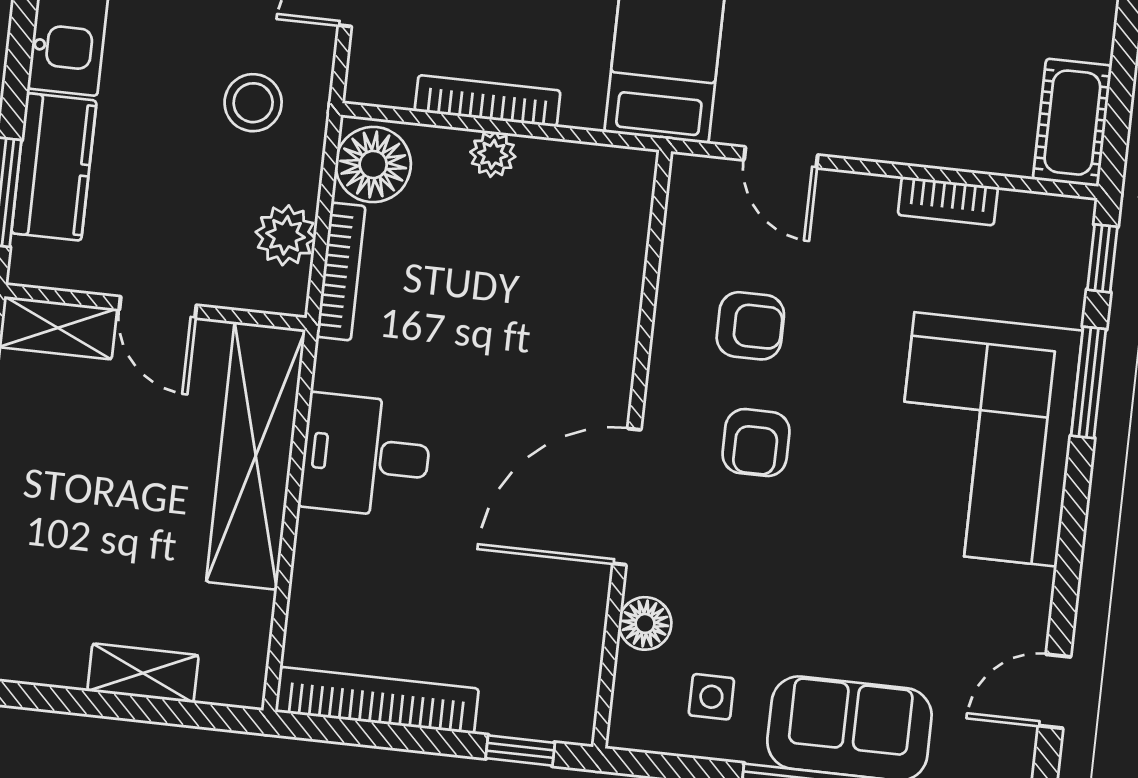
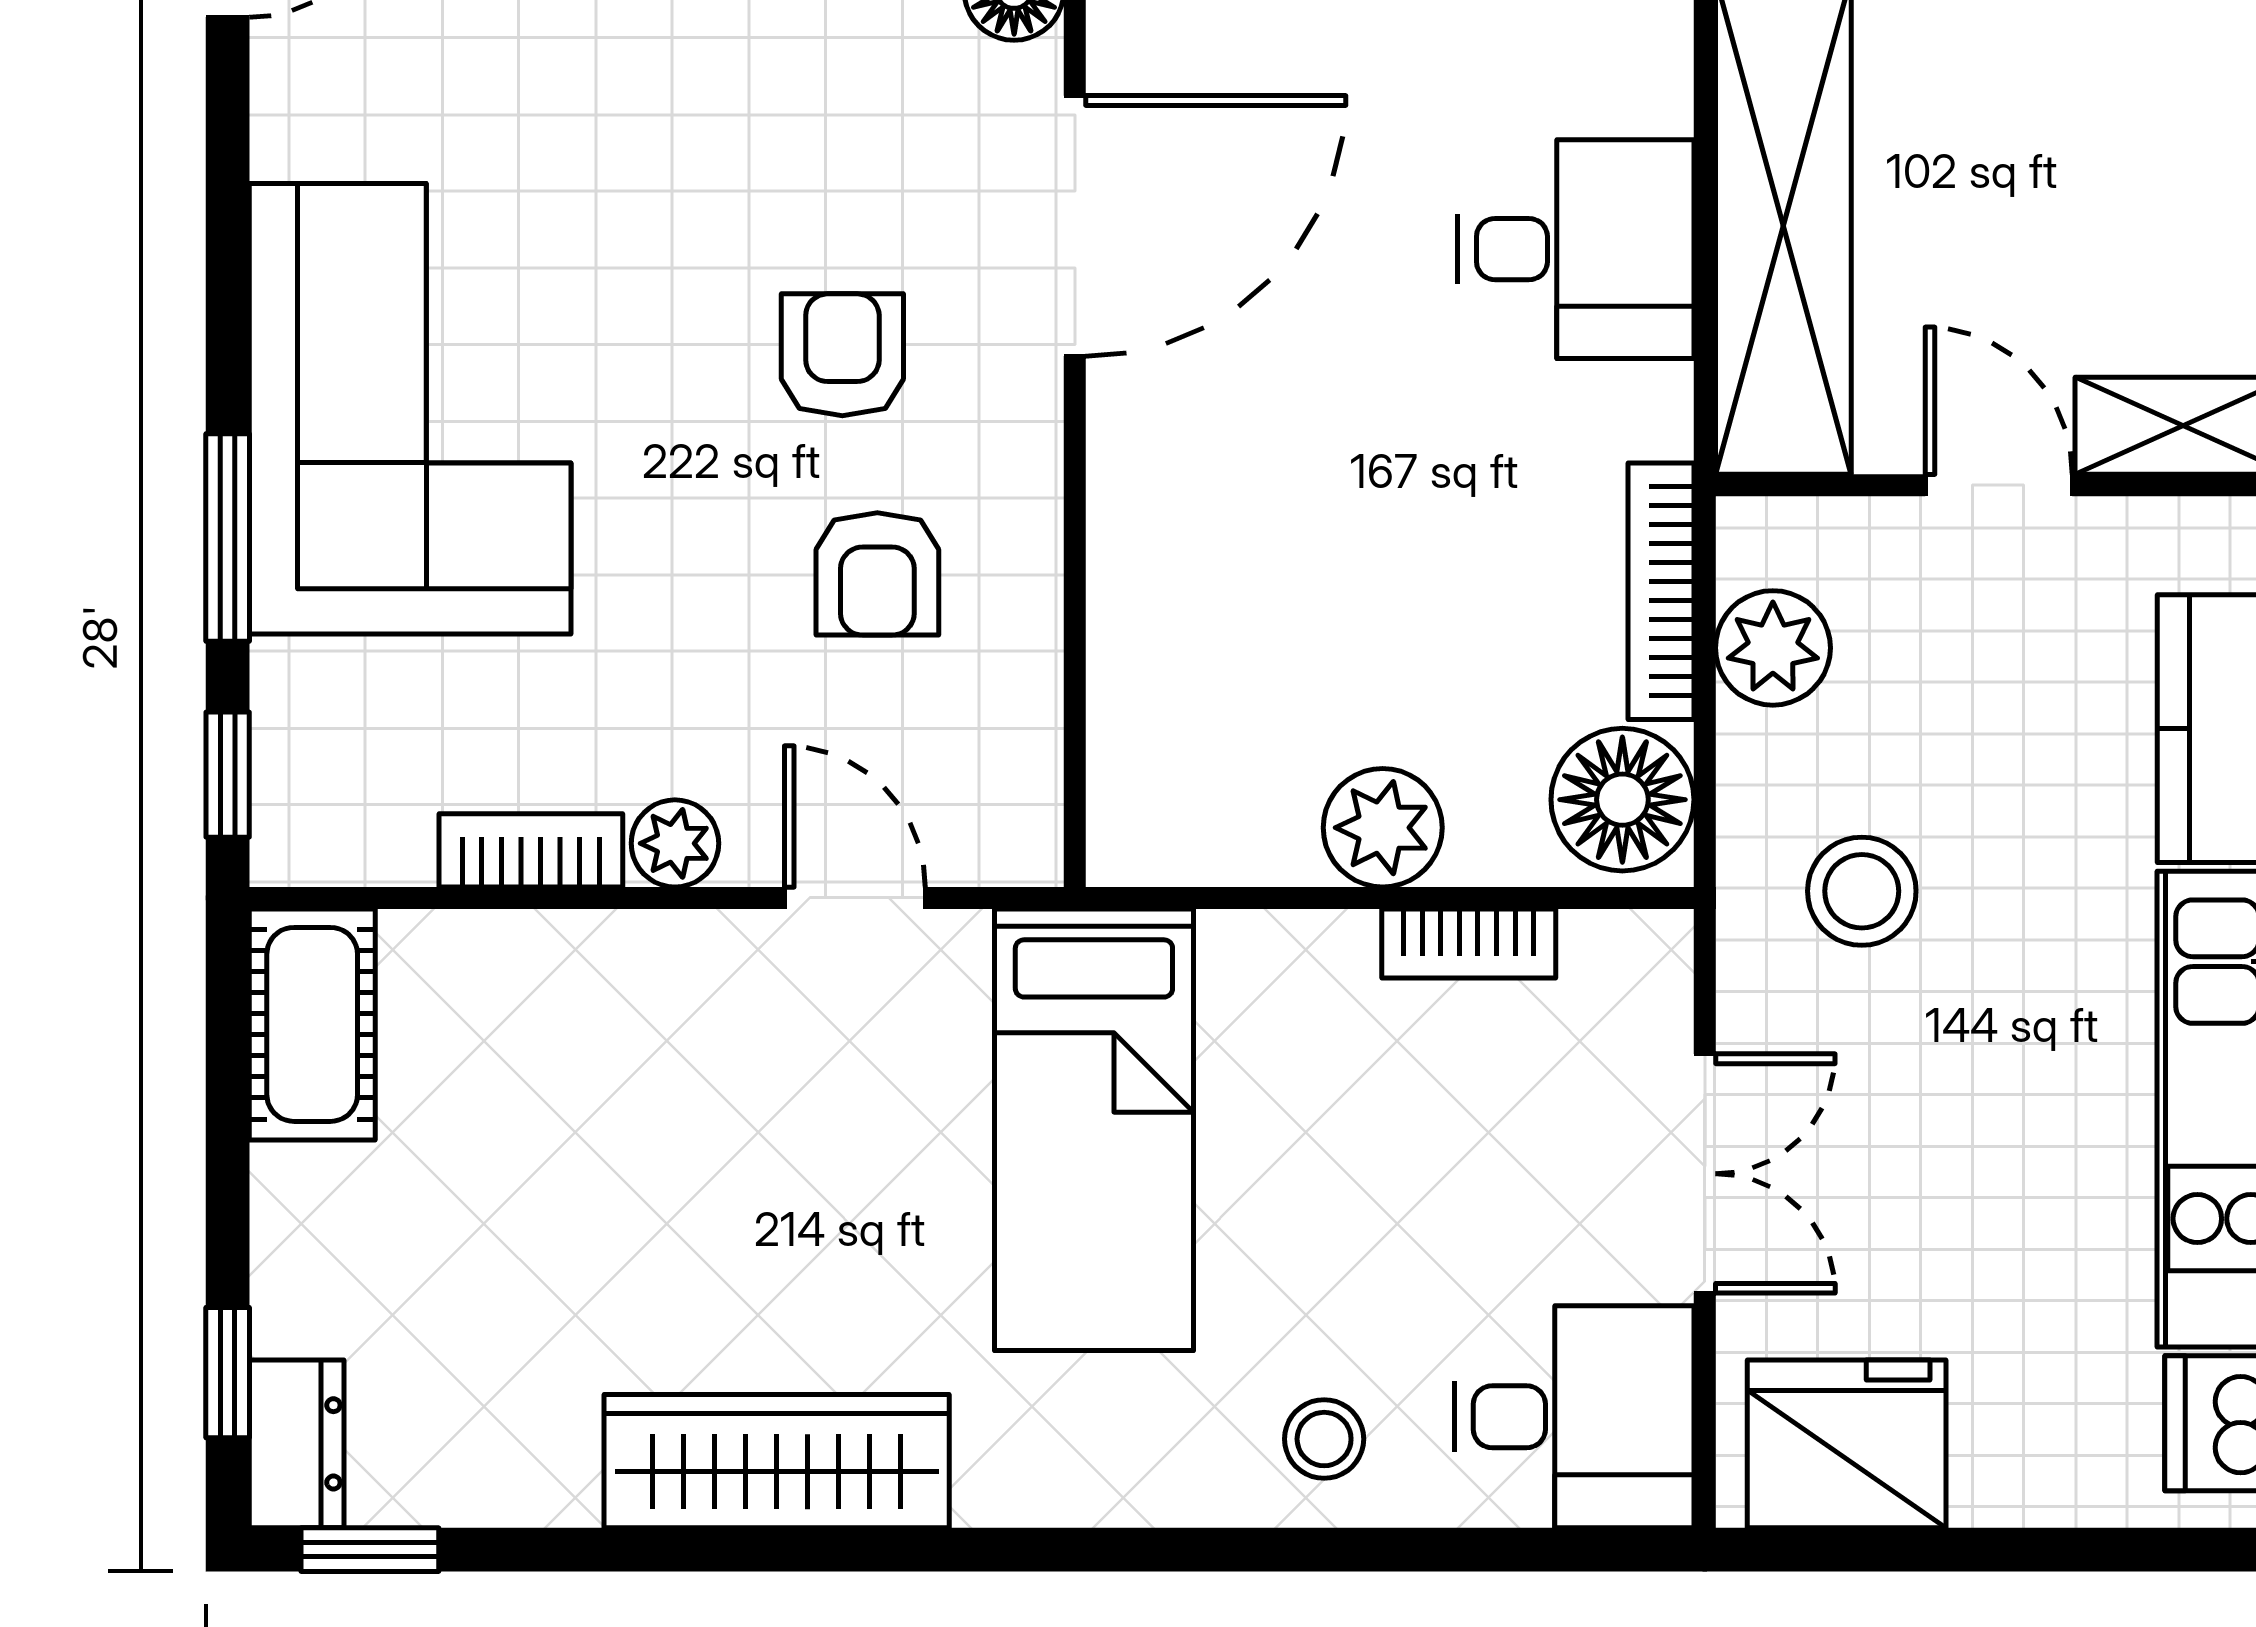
bookcase: (488, 101) -> (1469, 943), width x0.64
plant: (493, 154) -> (1383, 828), width x1.38, depth x1.38
plant: (872, 196) -> (675, 843), added
armchair: (750, 326) -> (877, 574), turned -90

